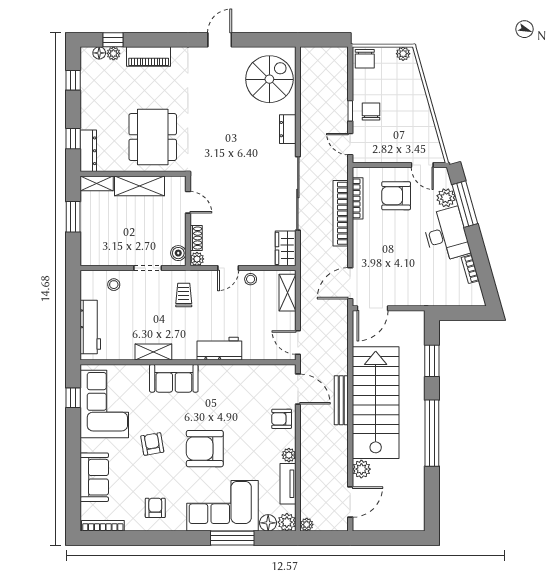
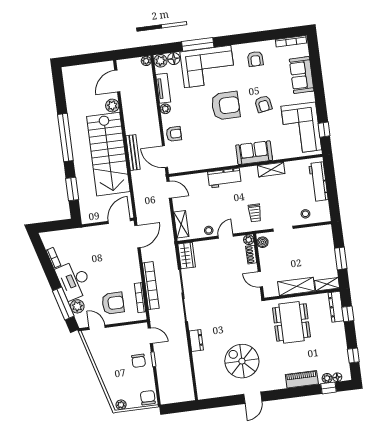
spiral stairs: (269, 79) -> (242, 361), moved, turned 90

